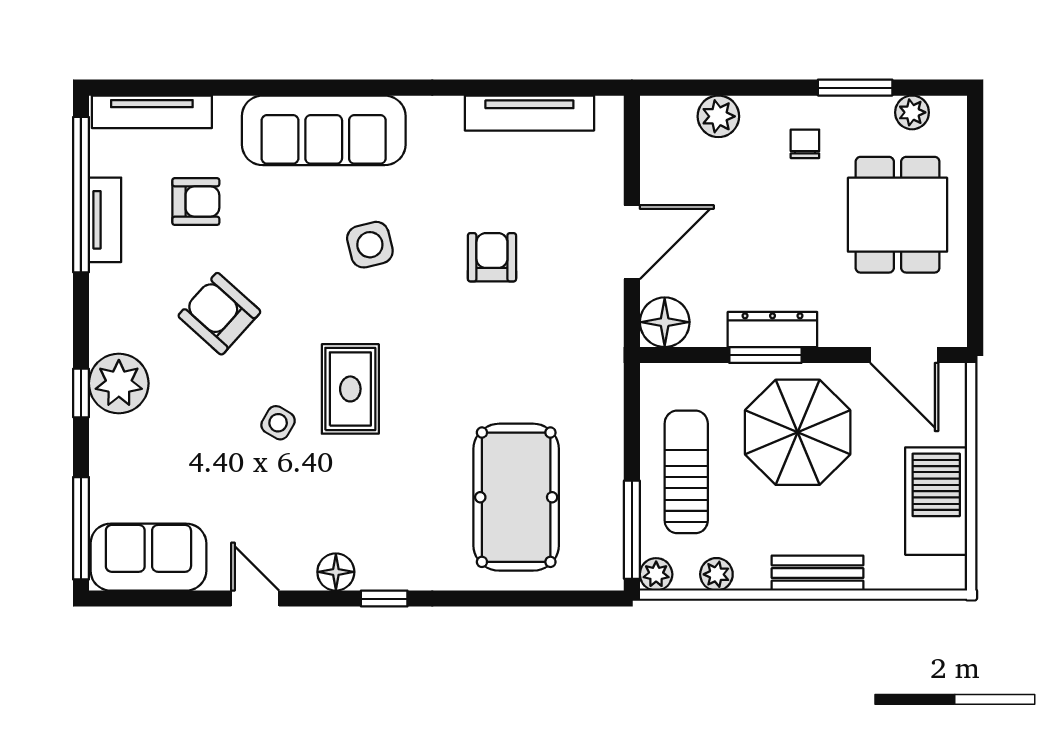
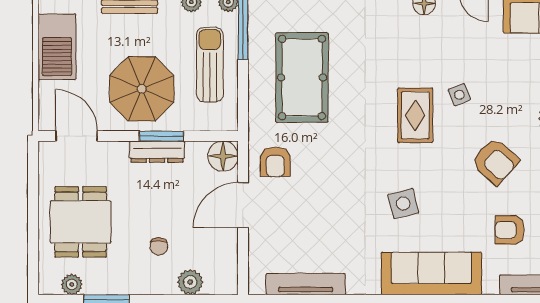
chair: (805, 144) -> (159, 246), moved
armchair: (492, 257) -> (275, 162), moved
side table: (278, 423) -> (459, 95), turned 38
sun lounger: (686, 472) -> (210, 65), turned 180
pool table: (516, 497) -> (302, 77), moved

